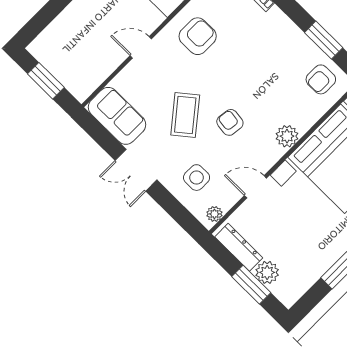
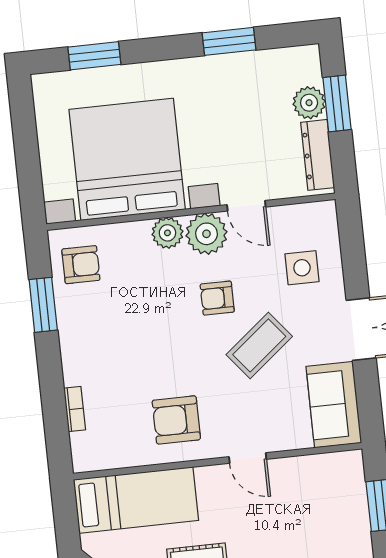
armchair: (230, 122) -> (217, 298), turned 83
plant: (214, 214) -> (206, 234), moved, width x1.87, depth x1.87

